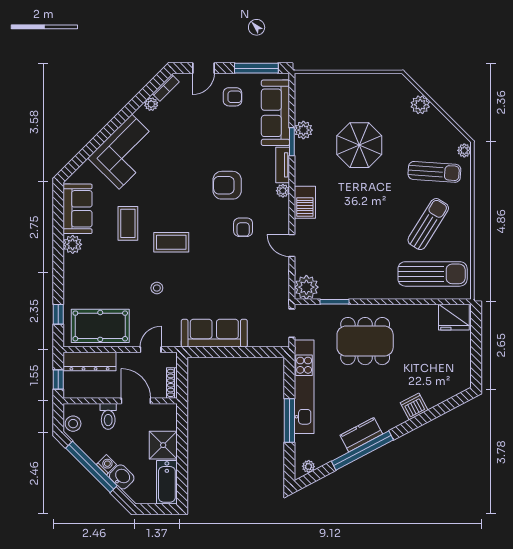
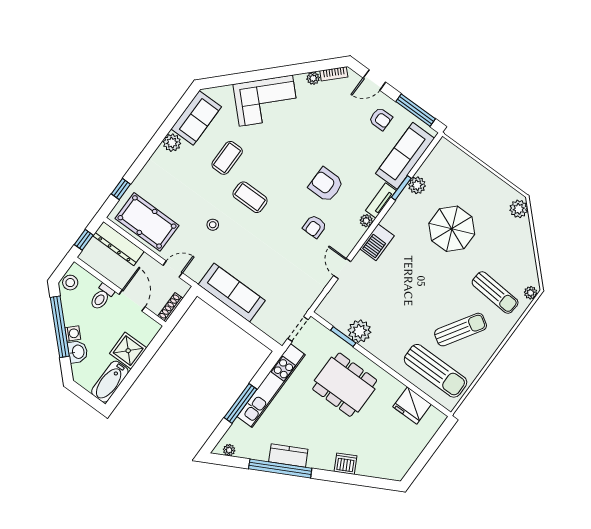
plant: (420, 105) -> (519, 209), moved
plant: (306, 287) -> (360, 331), moved
fridge: (454, 317) -> (412, 405), moved

